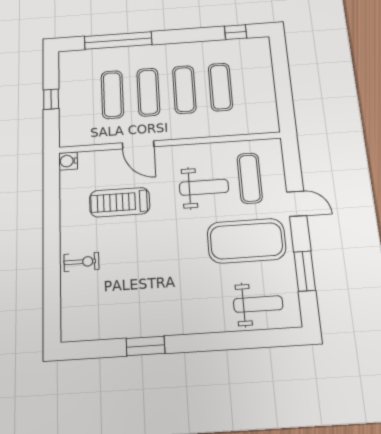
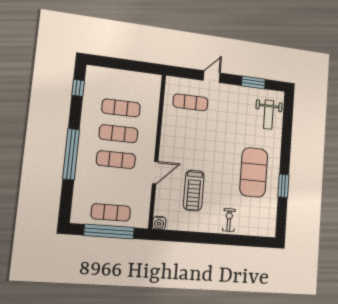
window: (118, 41) -> (71, 154), moved
exercise mat: (112, 95) -> (111, 212), moved
window: (51, 99) -> (109, 232), width x3.17
weight bench: (204, 187) -> (192, 133), removed
exercise mat: (246, 241) -> (254, 172), moved
weight bench: (258, 304) -> (269, 115), turned 180

